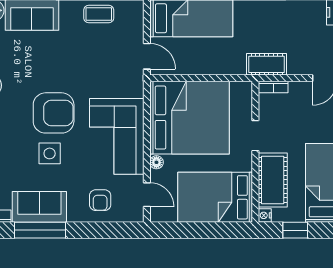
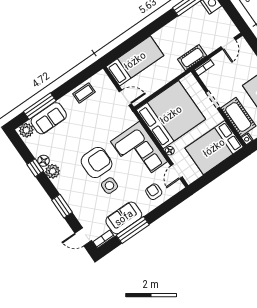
door: (147, 195) -> (177, 171), swing flipped
armchair: (100, 200) -> (154, 192), turned 180

